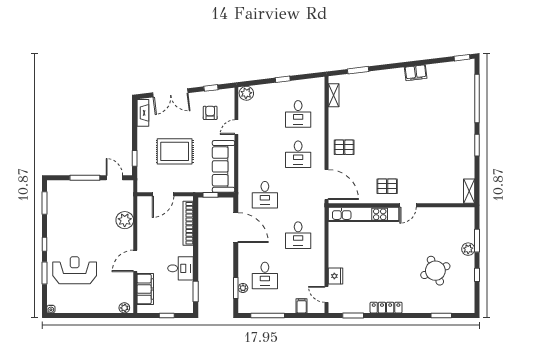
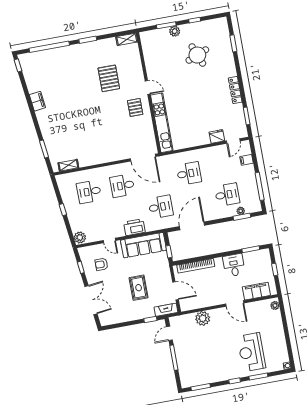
fireplace: (143, 113) -> (166, 310), moved
desk: (298, 114) -> (89, 192), turned 180
pallet: (344, 147) -> (109, 78), moved, width x1.50, depth x1.42
rug: (175, 151) -> (139, 288), width x0.73, depth x0.70
desk: (298, 154) -> (122, 186), turned 180
printer: (247, 160) -> (134, 227), added
door: (327, 185) -> (143, 158), swing flipped

